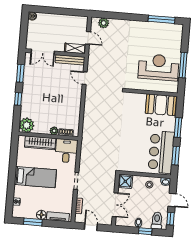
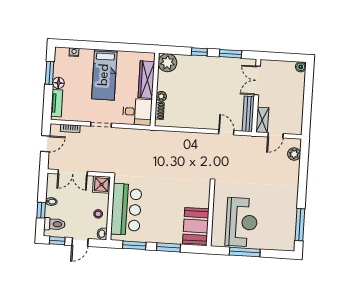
door: (85, 78) -> (226, 132), hinge flipped
bar counter: (161, 152) -> (126, 209), moved, turned 90

